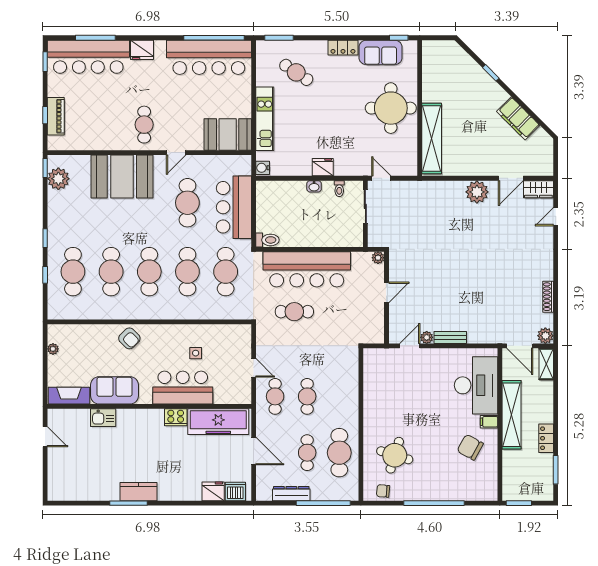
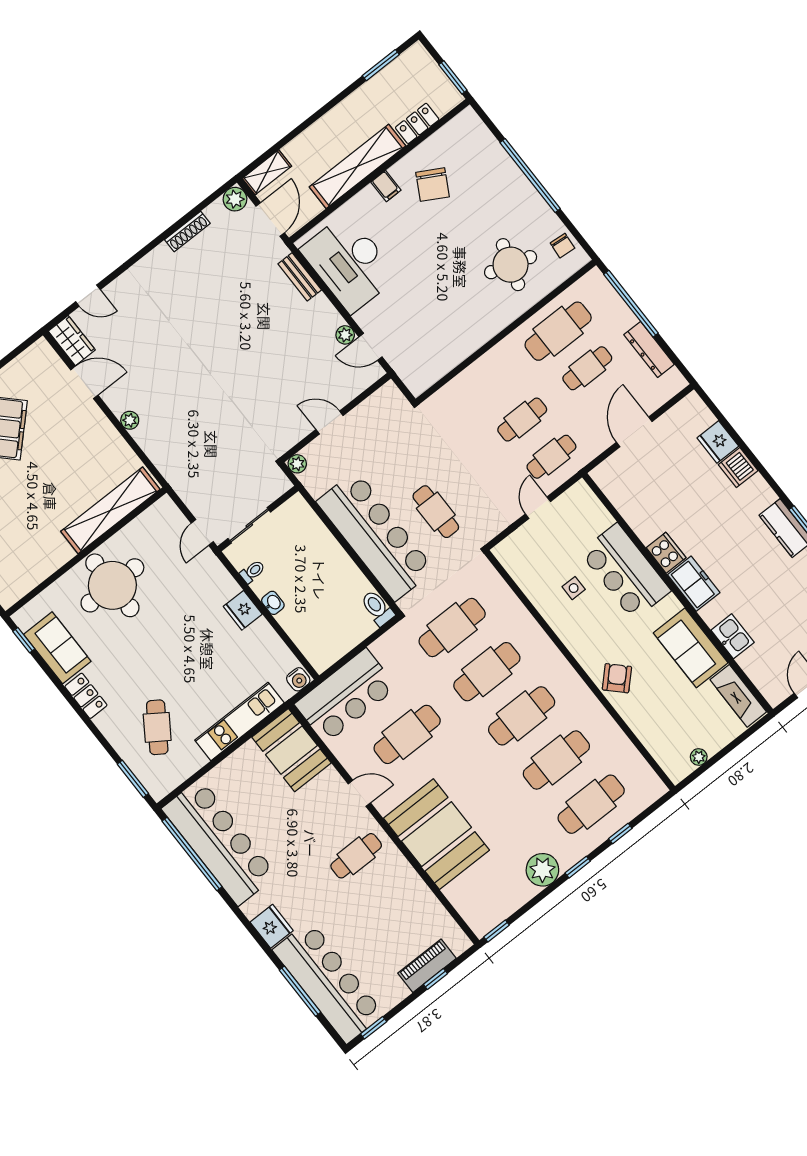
plant: (58, 179) -> (542, 870), moved
plant: (477, 192) -> (130, 420), width x0.53, depth x0.53
bar counter: (234, 207) -> (346, 696), moved
bench: (450, 338) -> (300, 277), moved
desk: (476, 385) -> (349, 263), moved, turned -90
freezer: (218, 422) -> (694, 584), moved, width x0.52, depth x0.79
locker: (546, 438) -> (417, 123), moved, turned 180
dishwasher: (235, 491) -> (738, 468), moved

